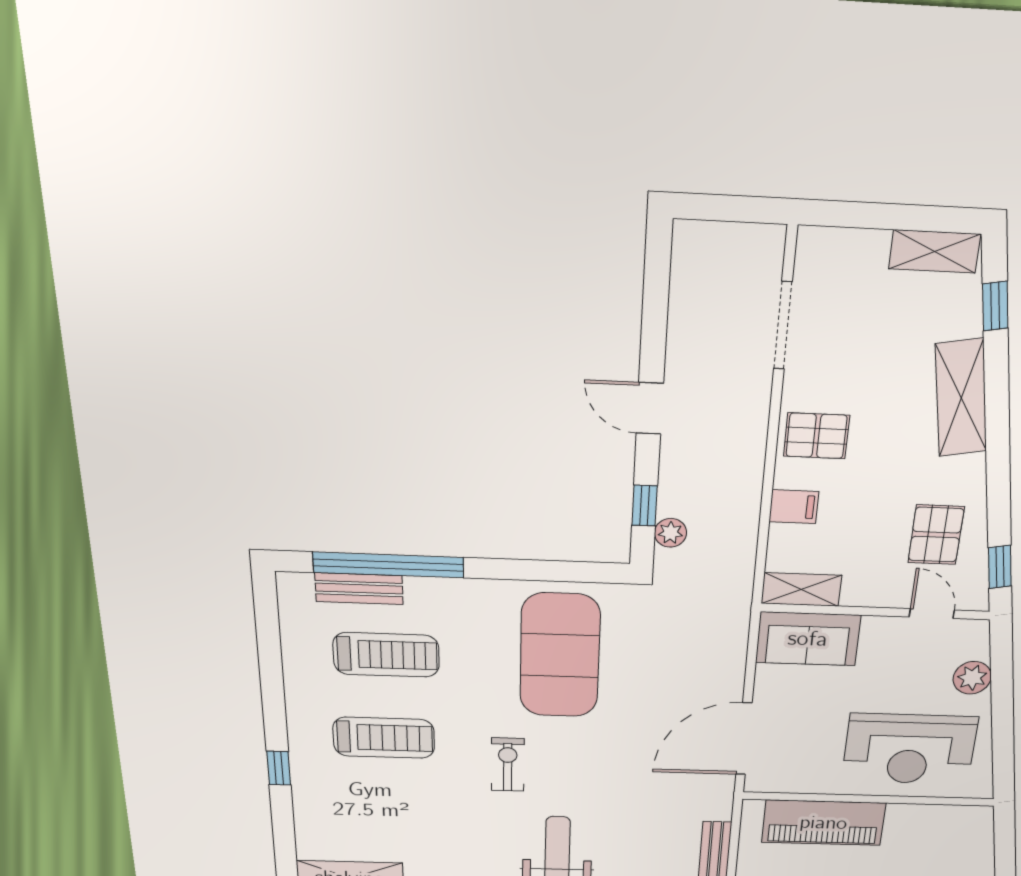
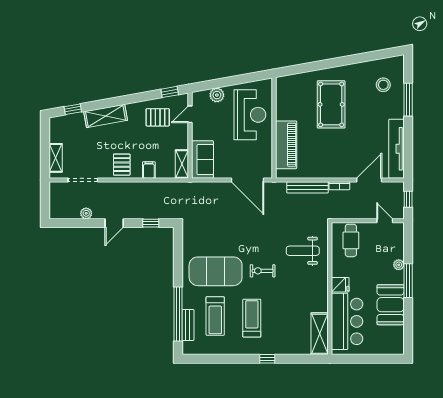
shelving: (934, 251) -> (56, 158), moved
plant: (671, 533) -> (86, 213), moved
treadmill: (386, 655) -> (215, 316), turned 180
exercise mat: (560, 656) -> (216, 271), moved

